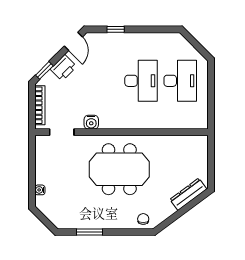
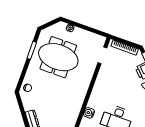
water cooler: (91, 122) -> (89, 113), moved
meeting table: (119, 169) -> (58, 57), moved, turned 90

